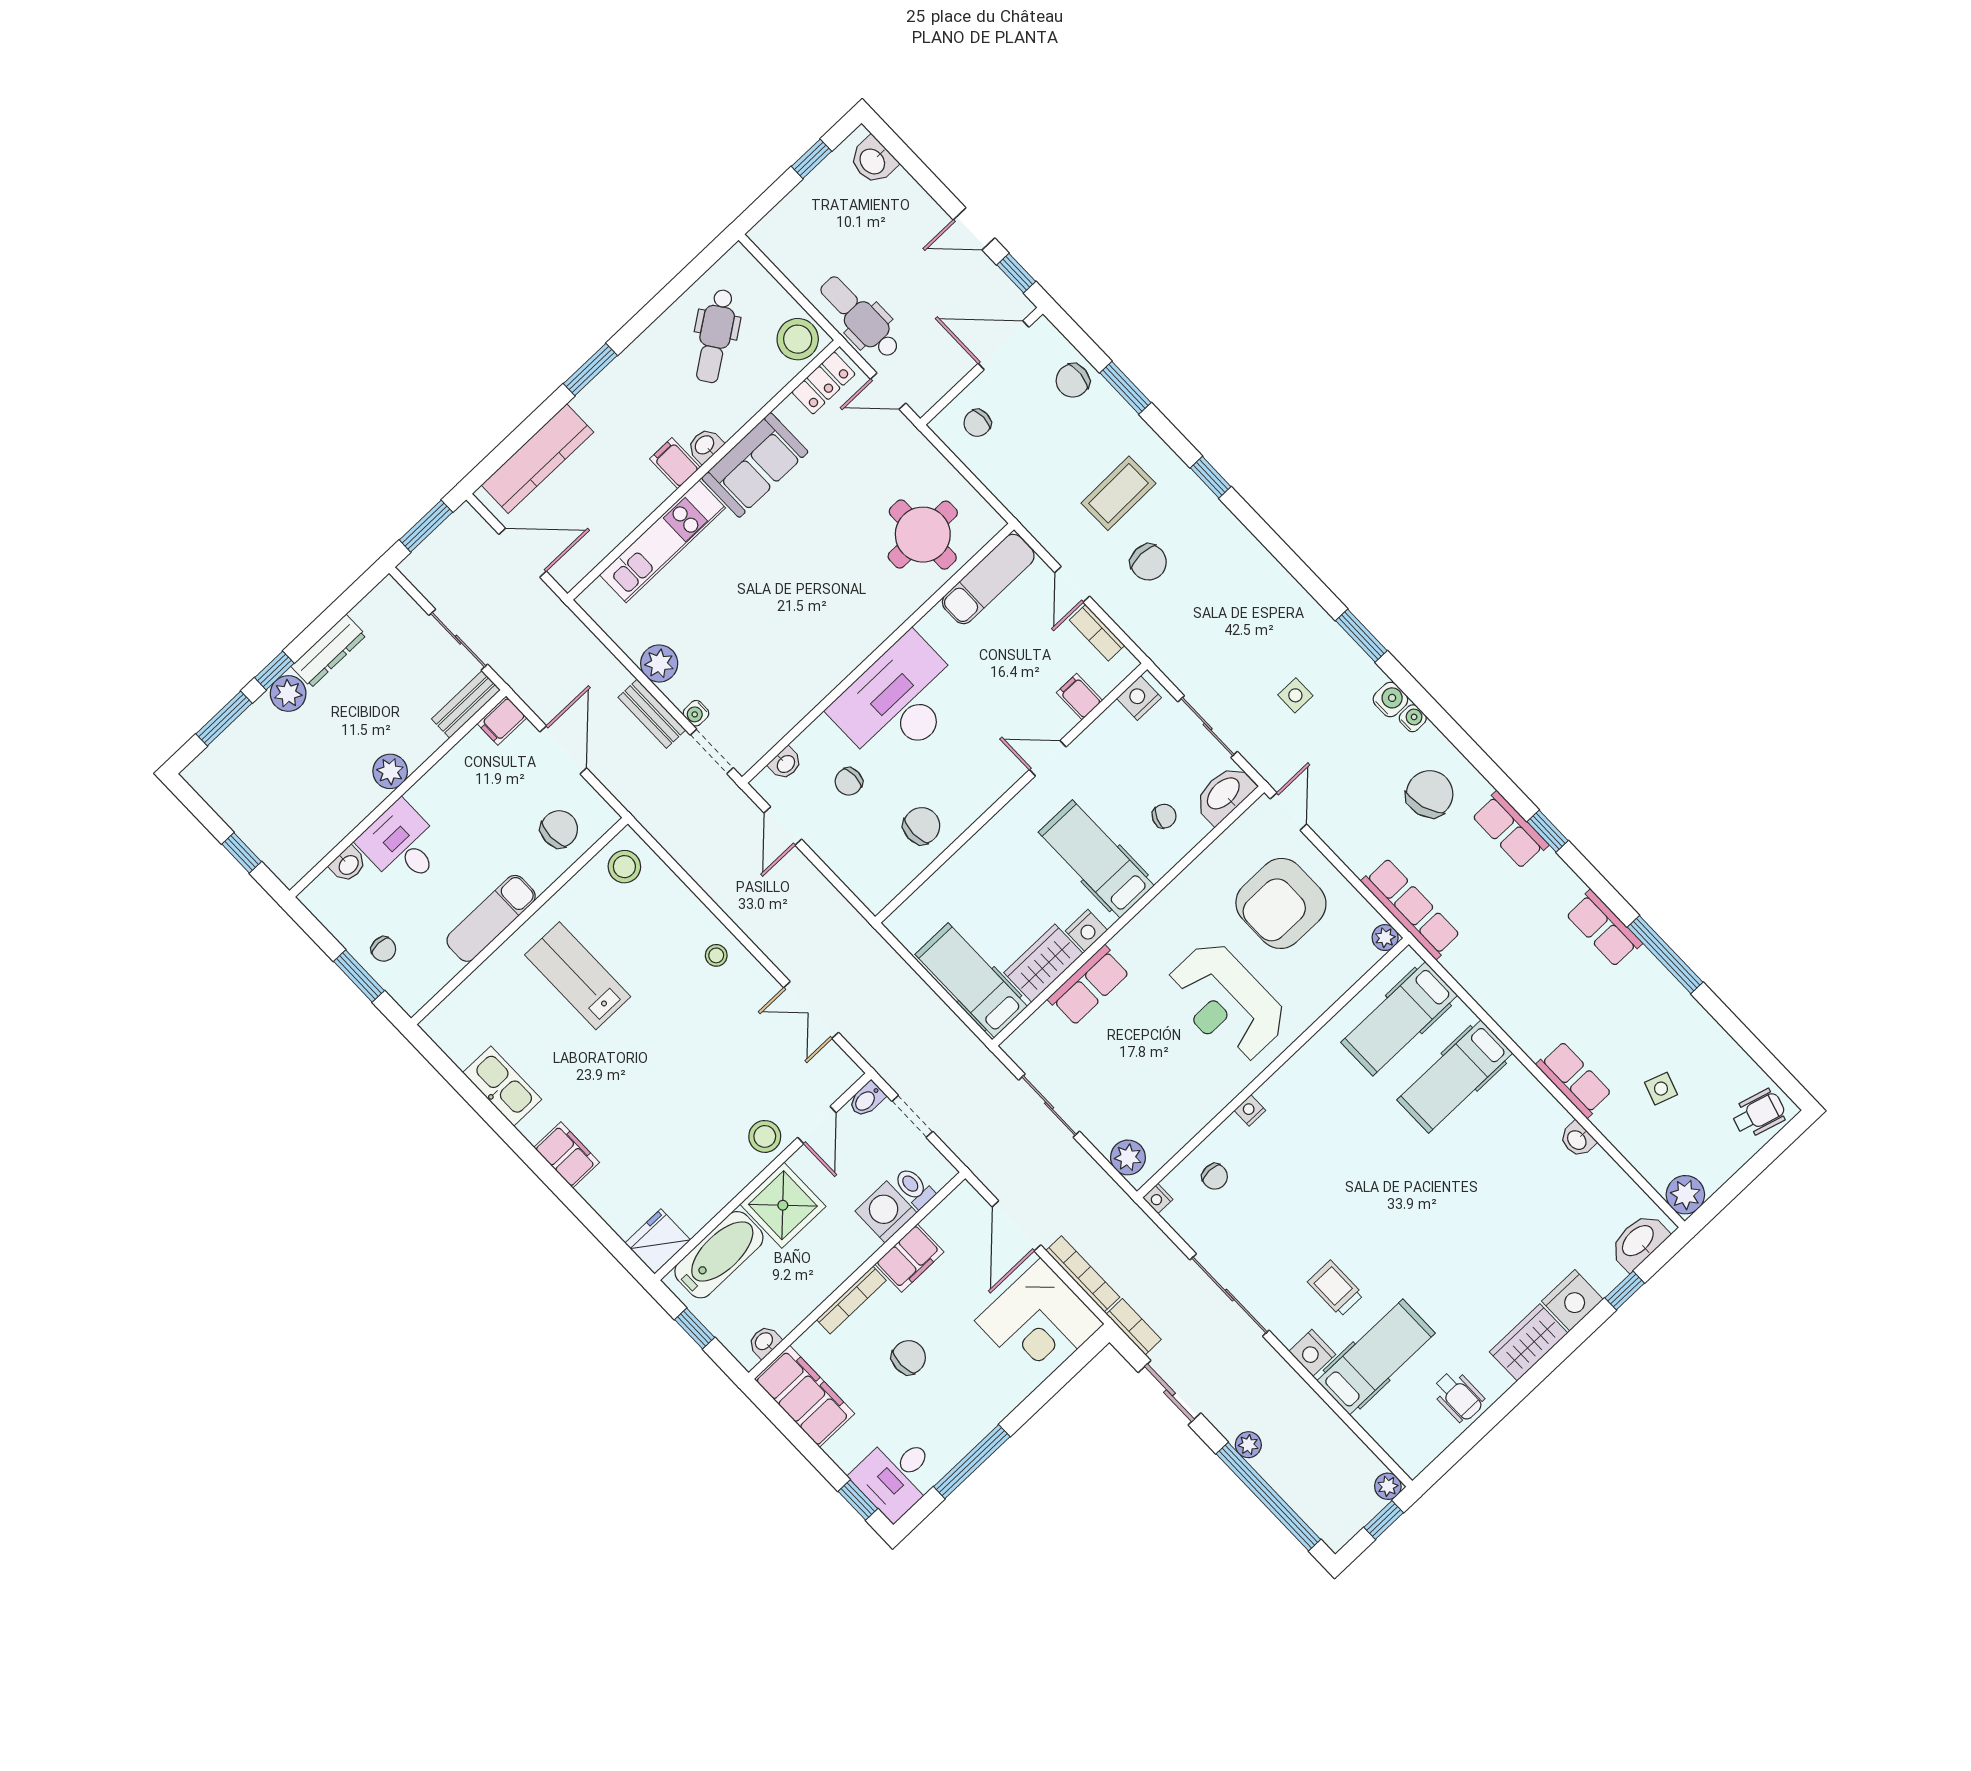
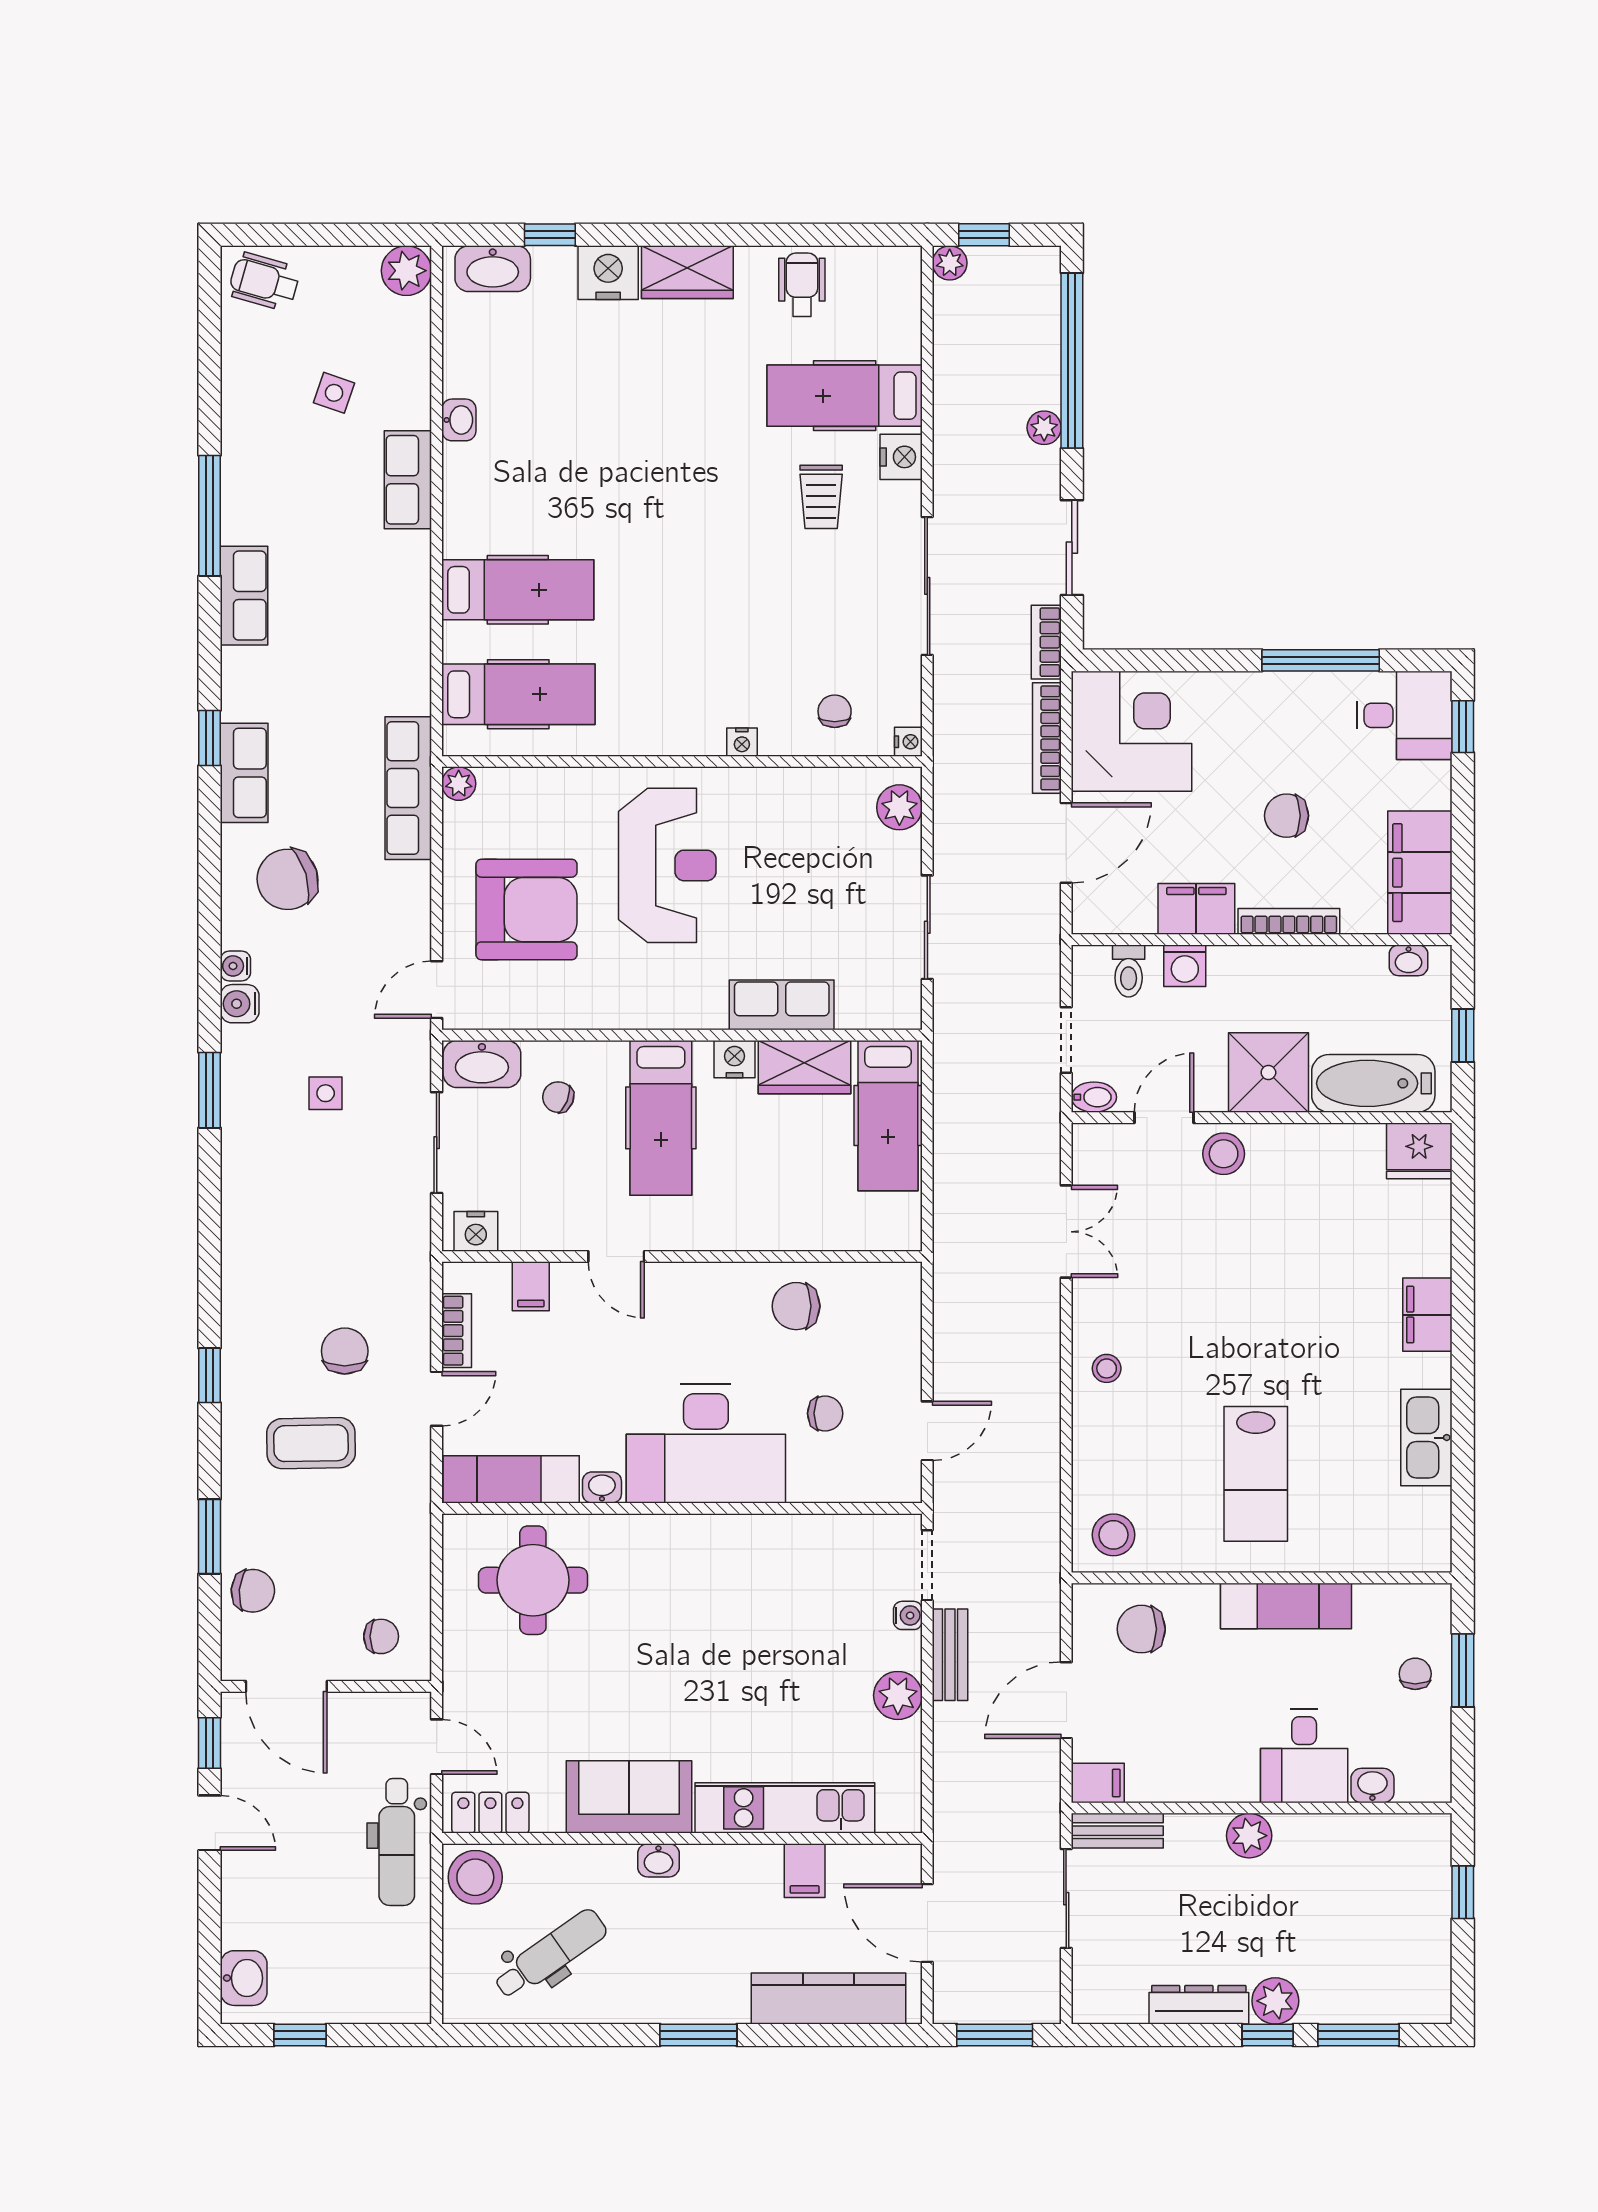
filing cabinet: (675, 463) -> (805, 1871), moved
washbasin: (785, 763) -> (602, 1487), moved
washing machine: (886, 1212) -> (1185, 966), width x0.73, depth x0.73

